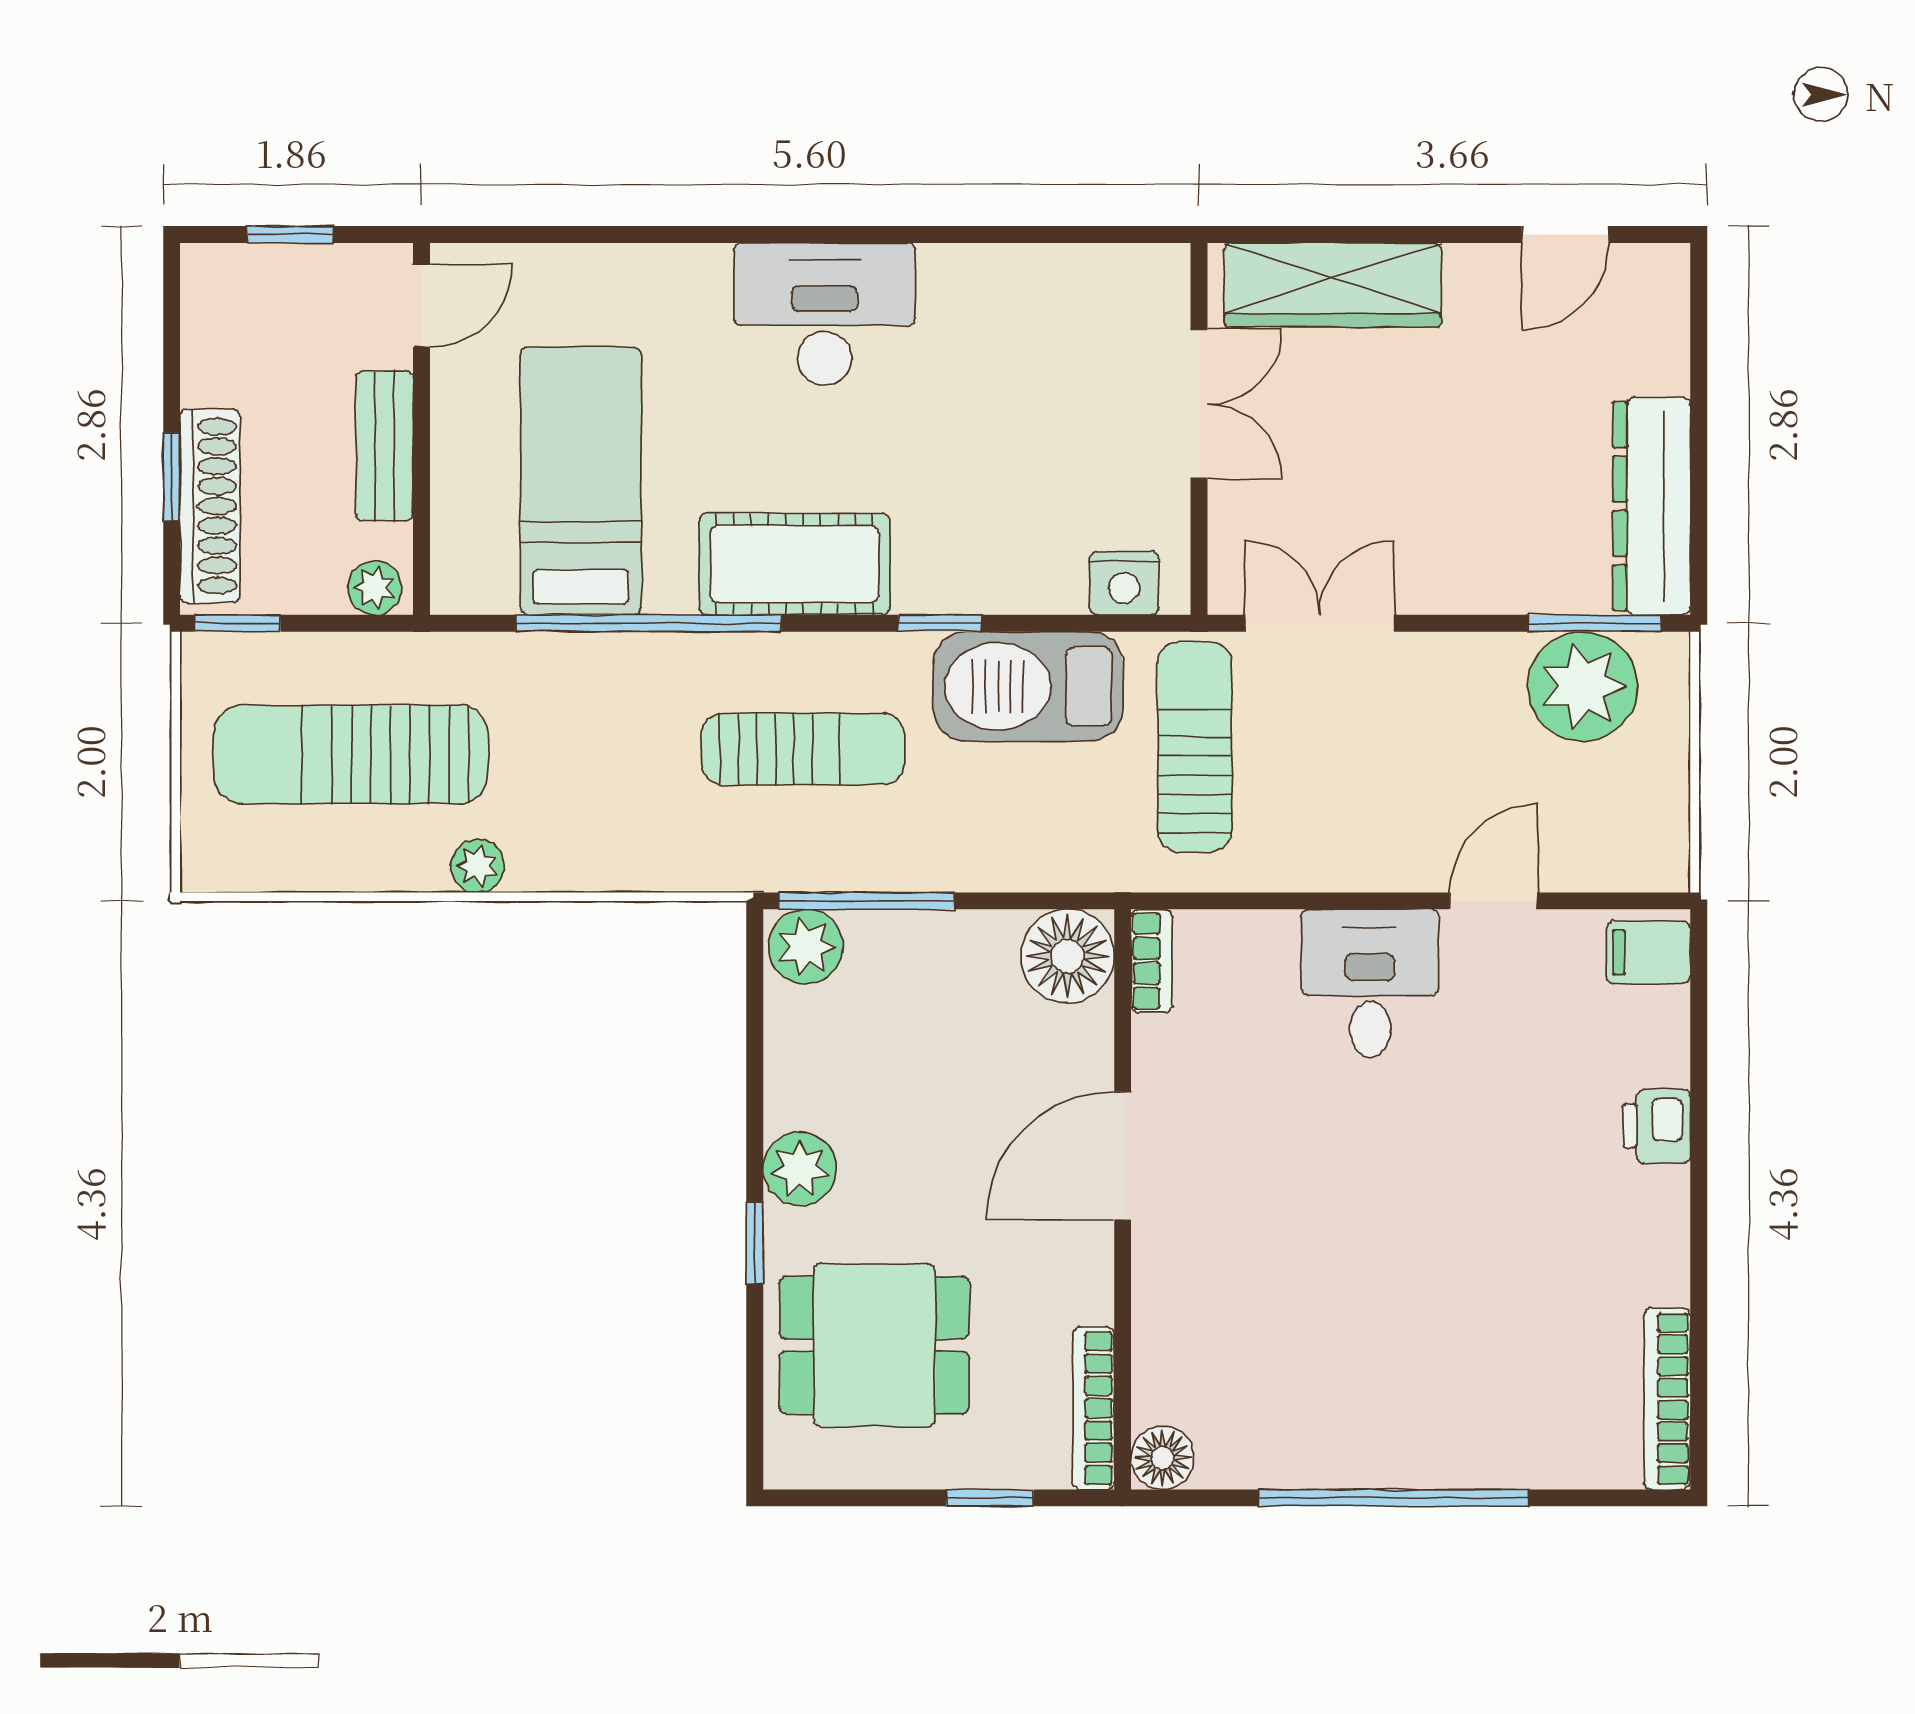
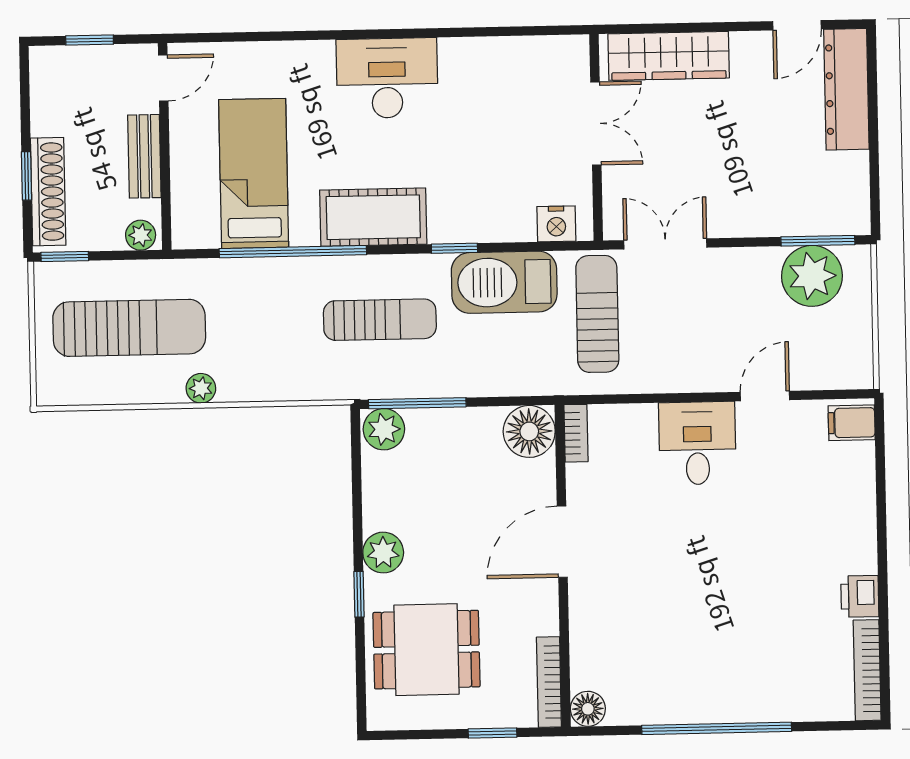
dresser: (1652, 506) -> (846, 89), moved
sun lounger: (351, 754) -> (129, 328), turned 180
printer: (1657, 1126) -> (860, 596), moved

